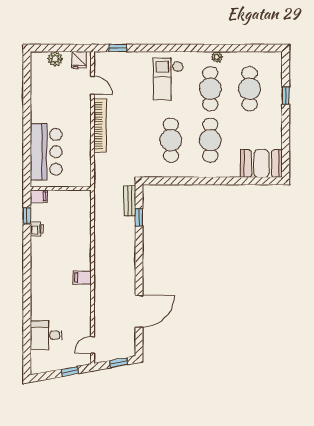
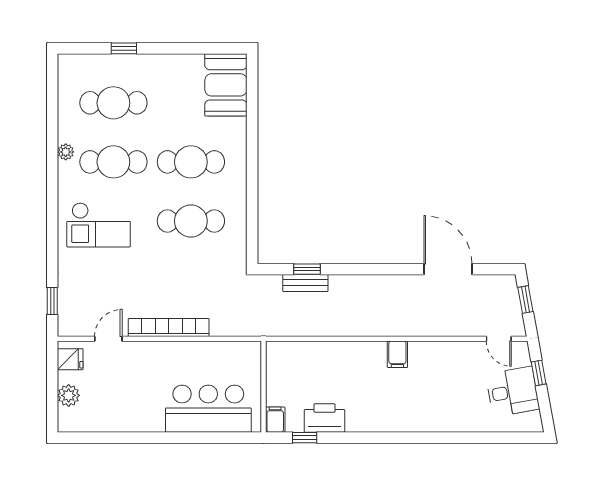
bench: (130, 201) -> (305, 283), moved
printer: (37, 229) -> (324, 418), width x1.87, depth x1.48
desk: (46, 335) -> (513, 392), moved, turned -100

